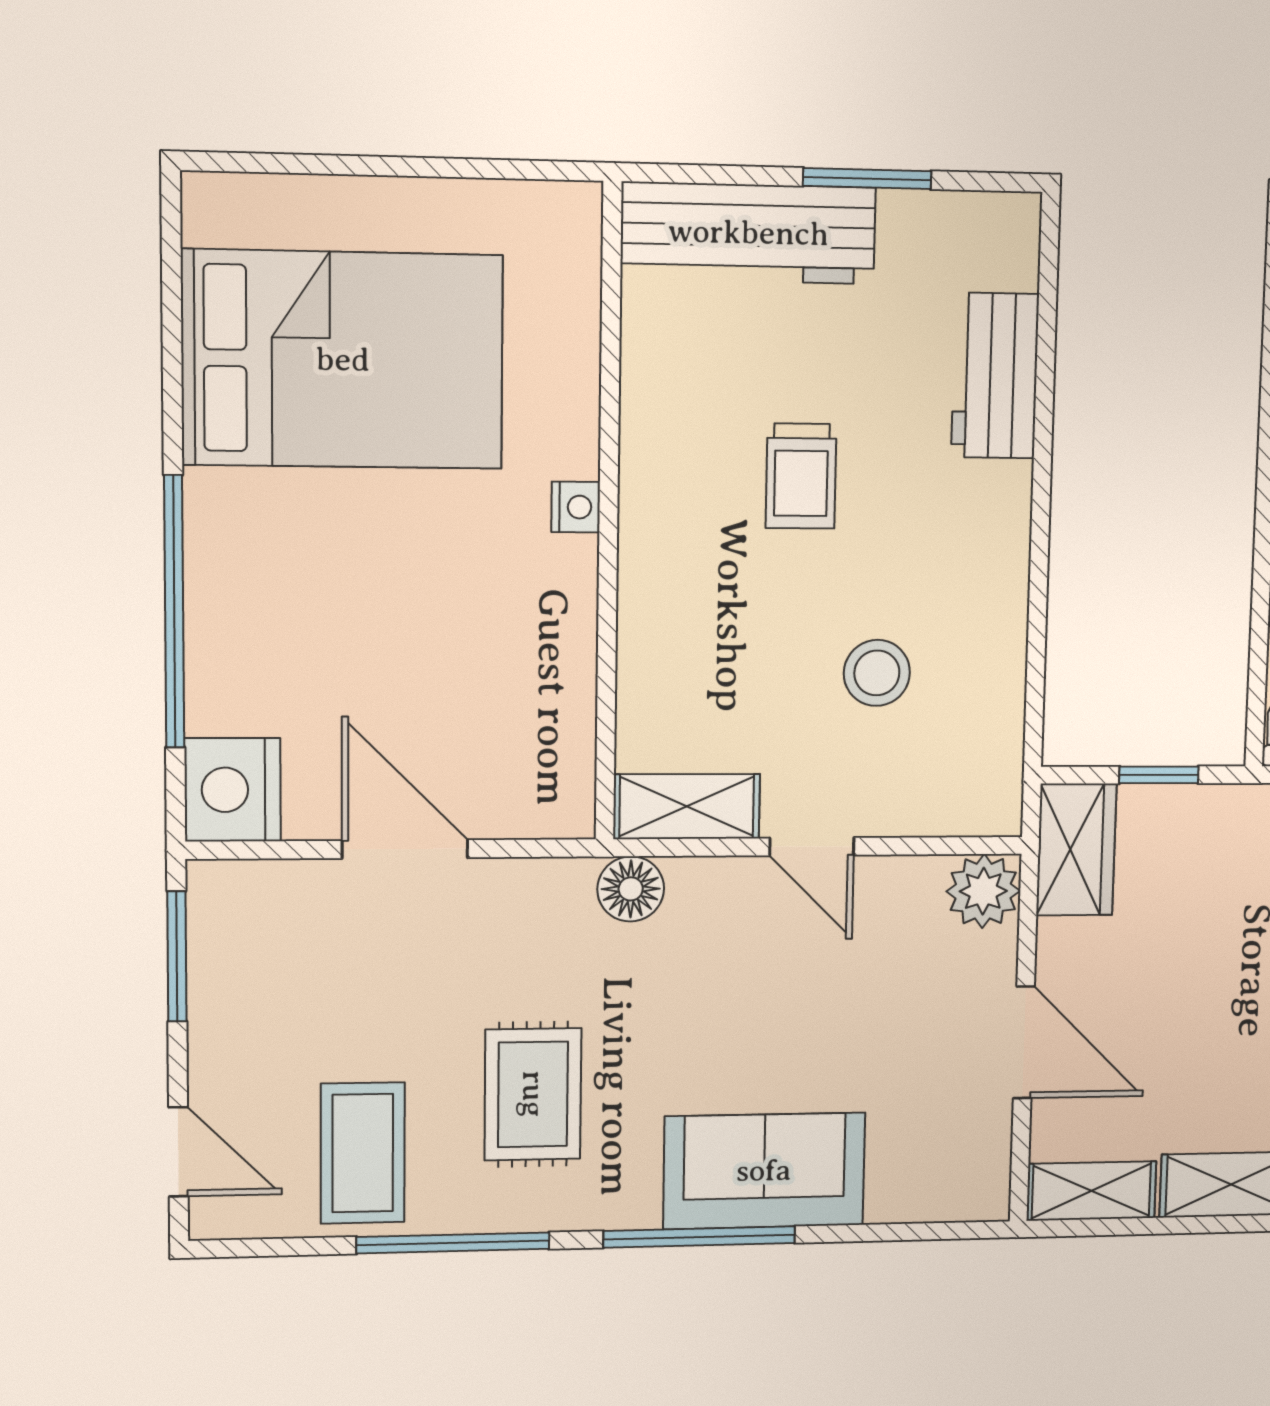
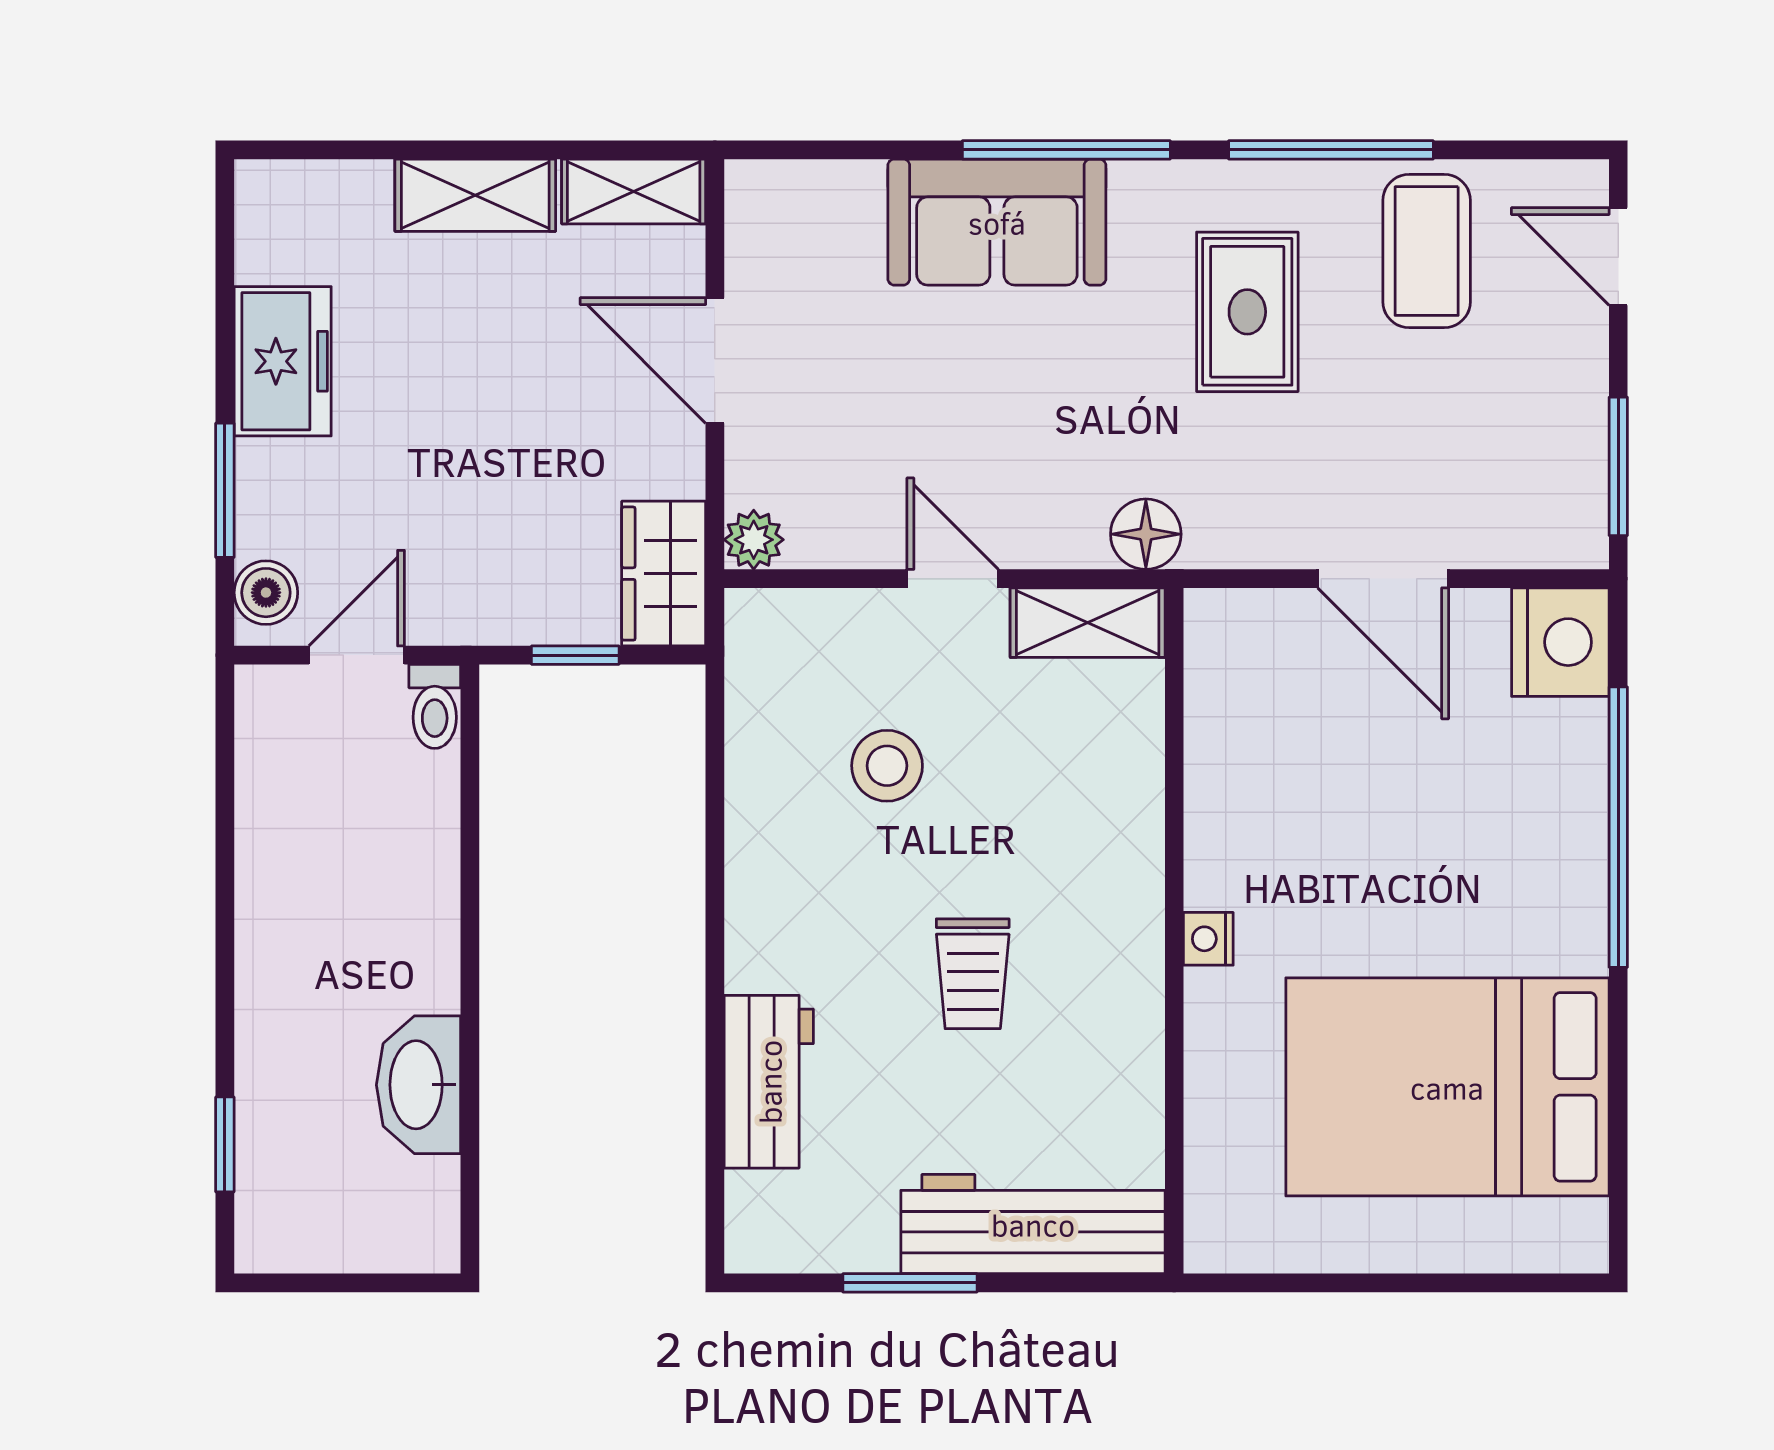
trolley: (801, 476) -> (973, 974), turned 180
plant: (983, 891) -> (754, 540), width x0.73, depth x0.73

